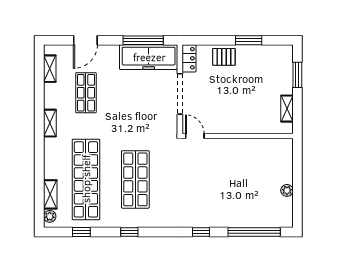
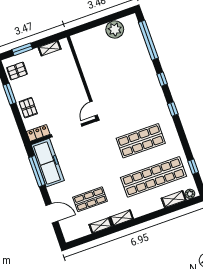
pallet: (273, 59) -> (17, 71), added
shelving: (50, 69) -> (101, 225), moved
plant: (287, 190) -> (115, 29), width x1.88, depth x1.88
window: (129, 232) -> (173, 109), moved

